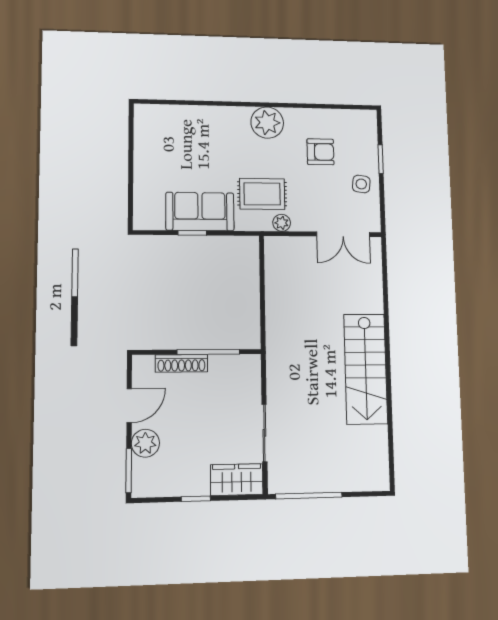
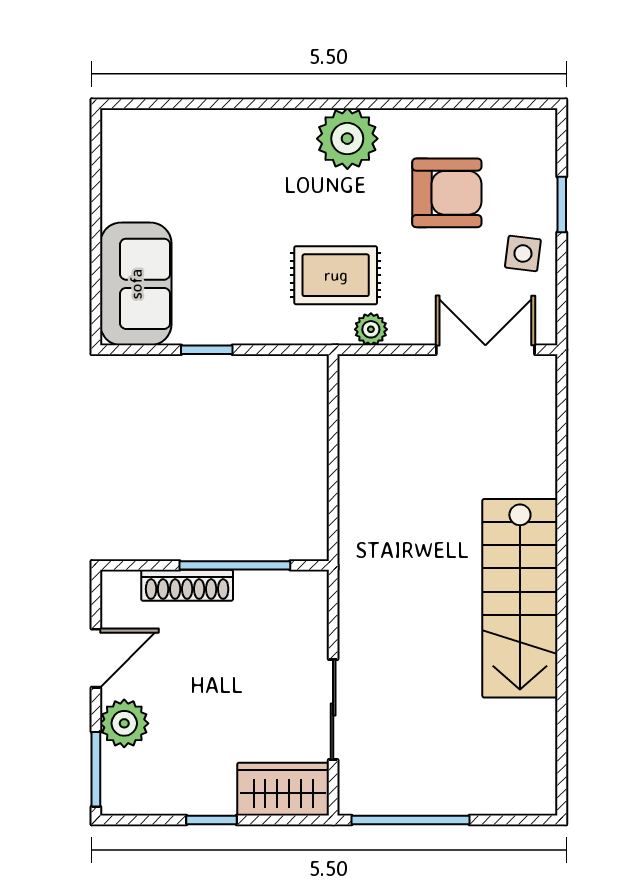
armchair: (320, 152) -> (447, 193), width x1.38, depth x1.38
sofa: (200, 212) -> (136, 284), moved, turned 90
double door: (343, 234) -> (485, 350), swing flipped

